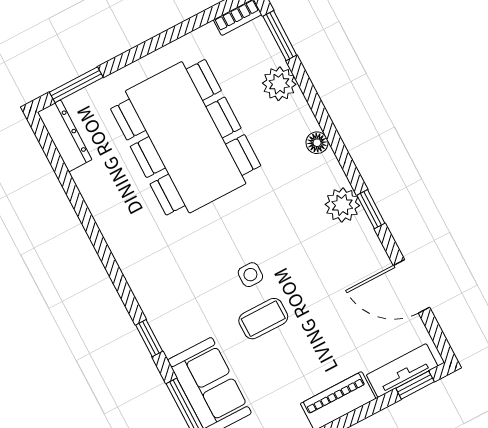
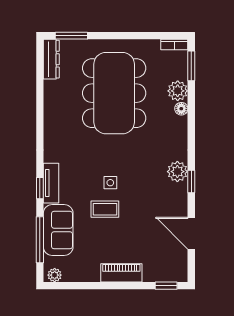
floor lamp: (317, 143) -> (181, 109), moved
tv unit: (402, 371) -> (51, 183), moved, turned 90

